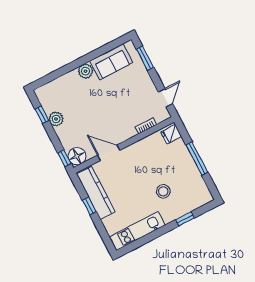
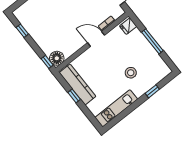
plant: (56, 119) -> (34, 32), removed
door: (109, 153) -> (96, 39), moved

